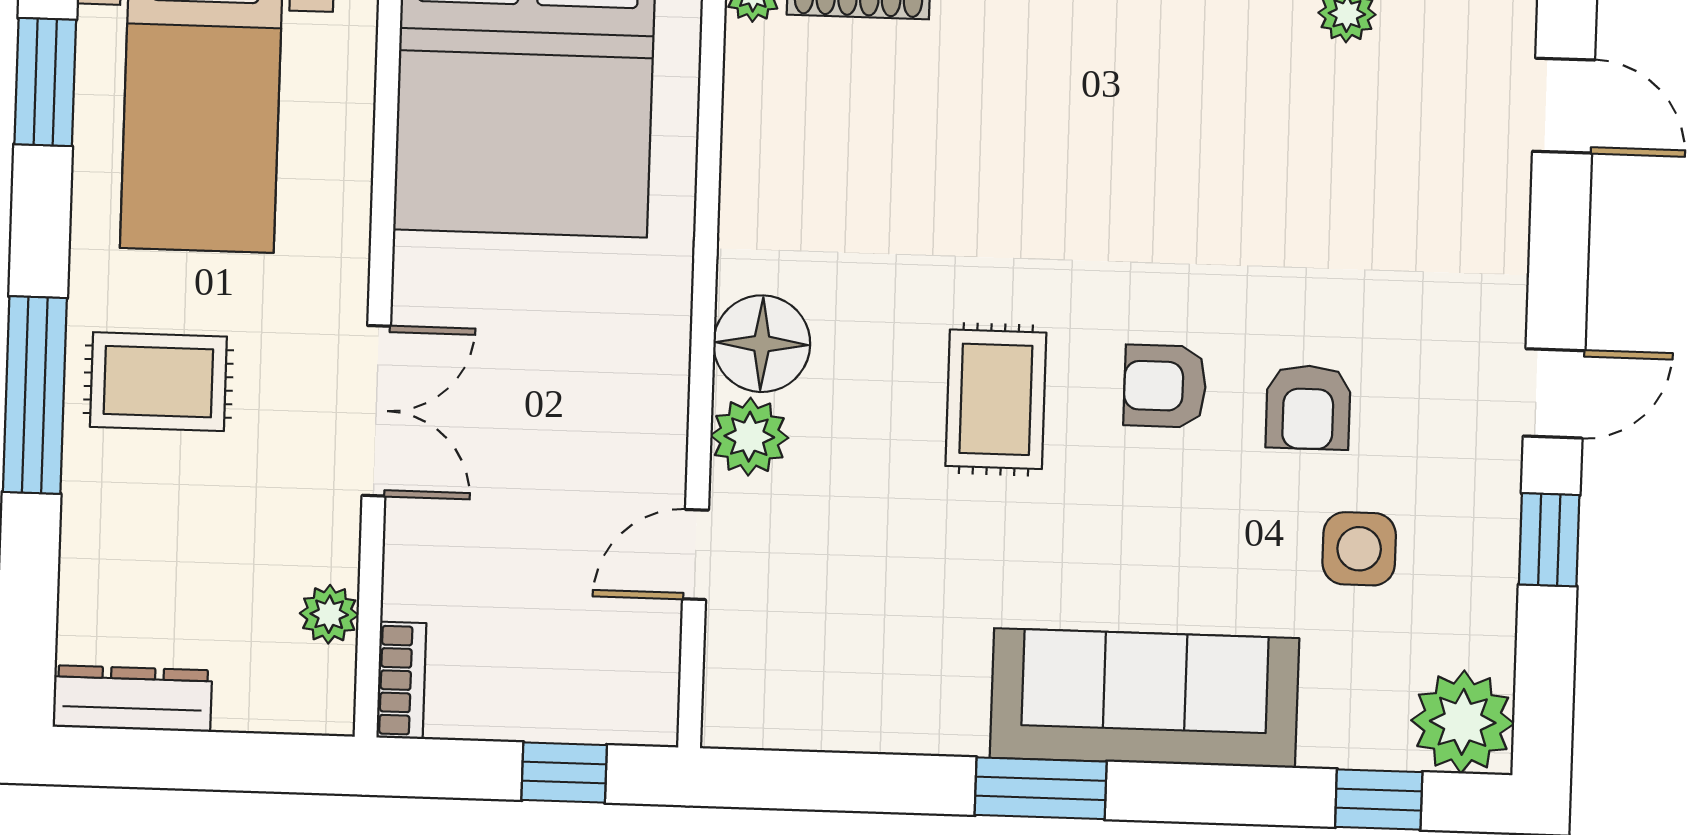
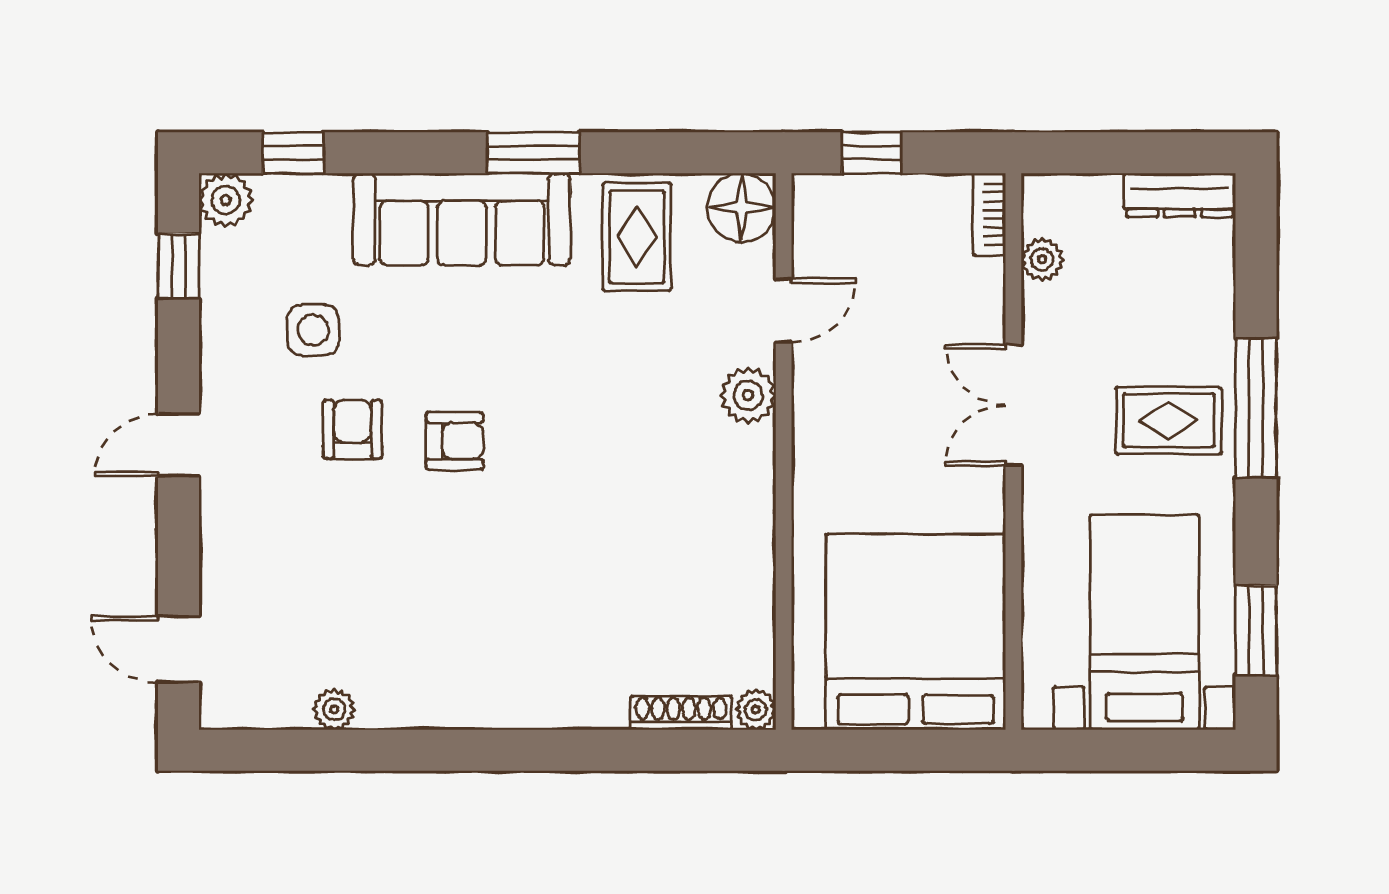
floor lamp: (762, 344) -> (742, 208), moved
rug: (996, 399) -> (637, 237), moved
window: (1549, 540) -> (178, 266), moved
plant: (1463, 722) -> (226, 200), width x0.73, depth x0.73

